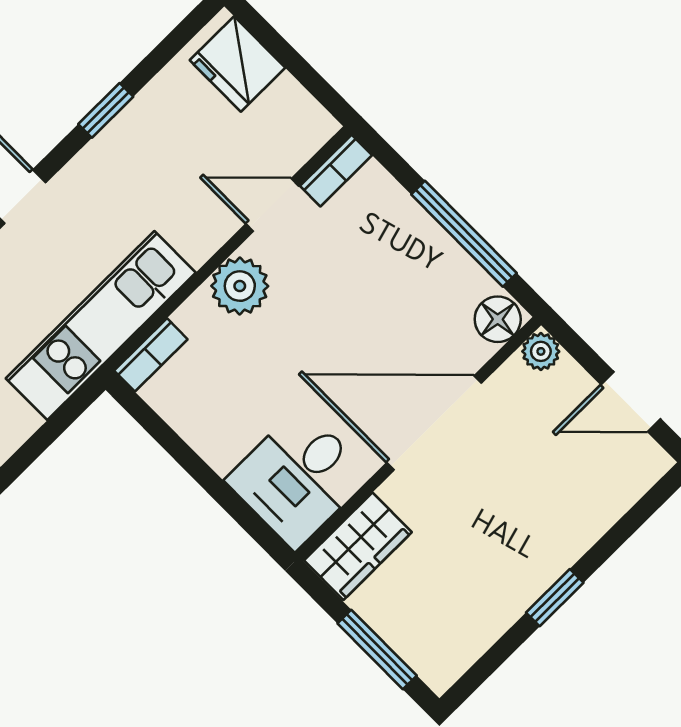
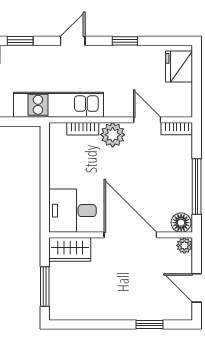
bookcase: (151, 355) -> (83, 129), moved
window: (555, 598) -> (150, 324), moved

